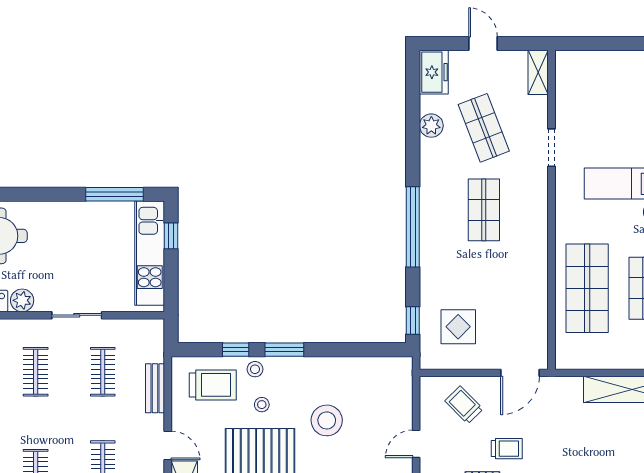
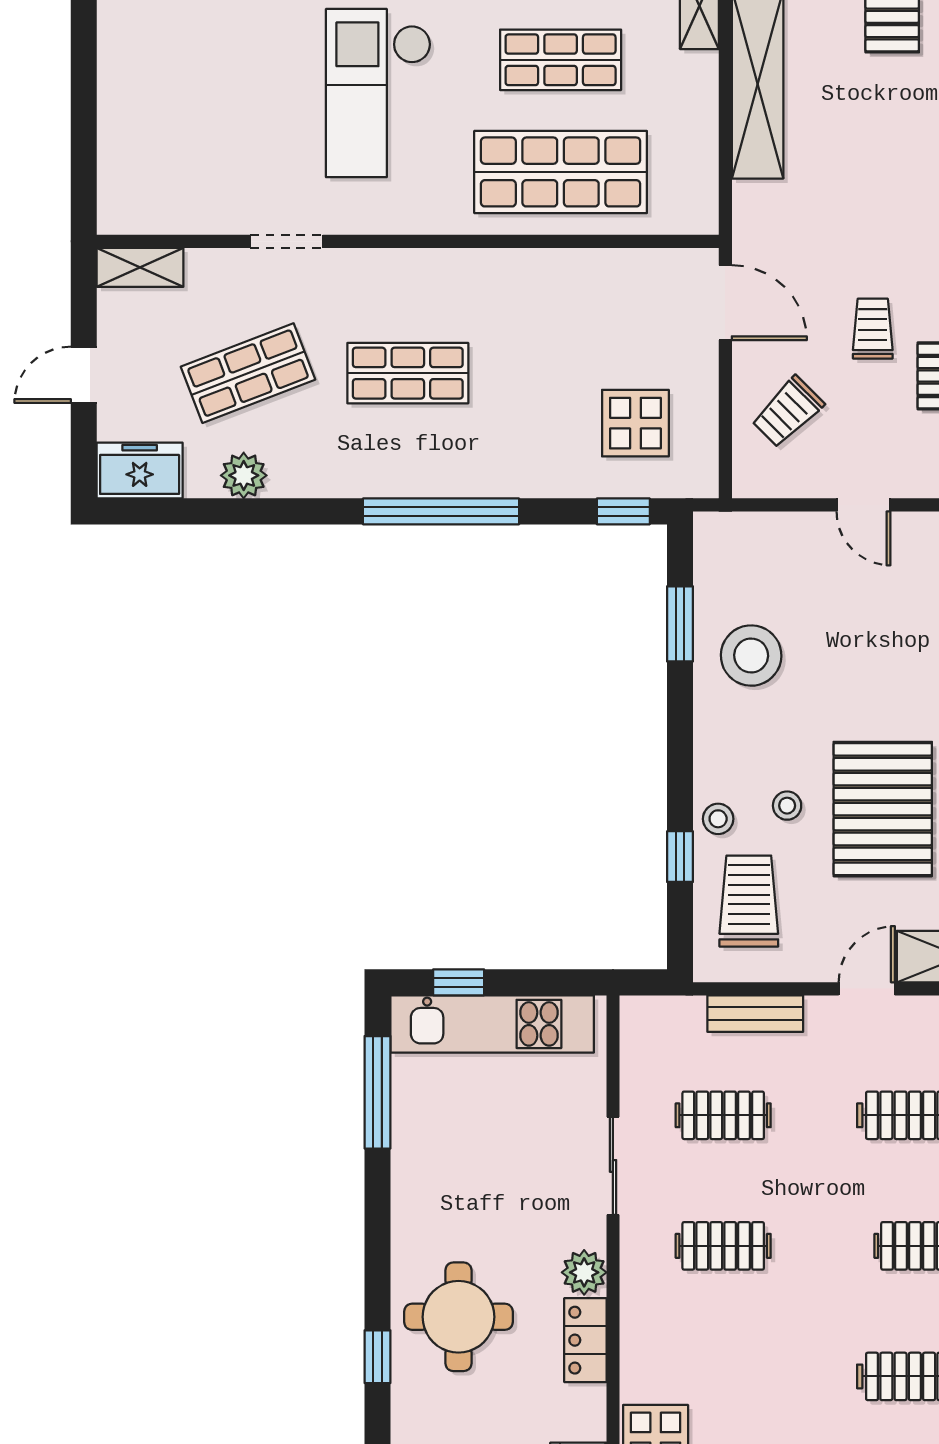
window: (284, 350) -> (680, 624), moved
stool: (327, 420) -> (751, 656), moved

